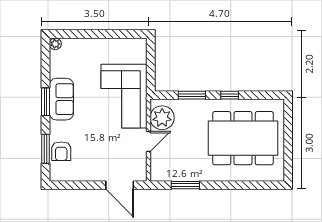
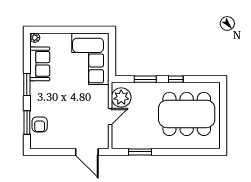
corner sofa: (124, 96) -> (90, 59), moved
sofa: (61, 99) -> (40, 64), moved

